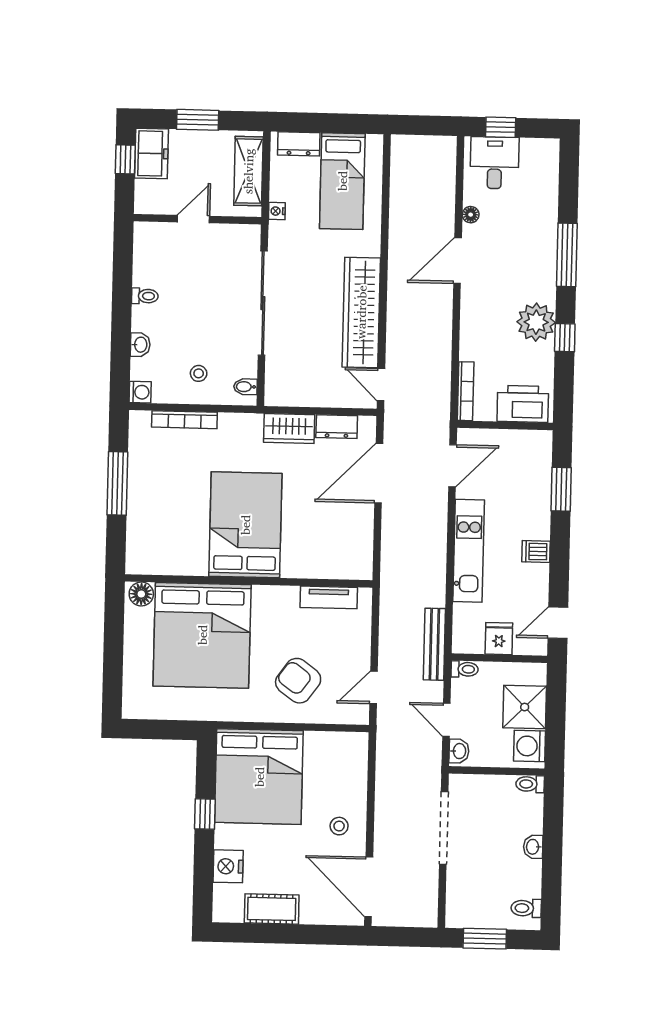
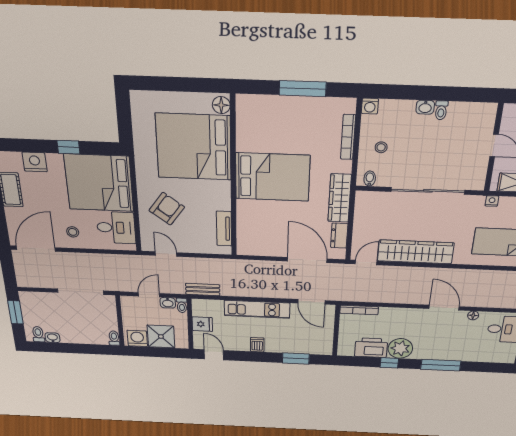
washbasin: (140, 345) -> (425, 107), moved
printer: (523, 404) -> (371, 348), moved, turned -90
wardrobe: (289, 428) -> (340, 198), width x1.50
bench: (434, 644) -> (203, 290), width x0.73
washbasin: (459, 751) -> (168, 303), moved
desk: (330, 759) -> (116, 228), added
washbasin: (533, 847) -> (52, 338), moved

